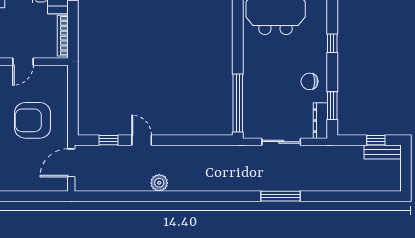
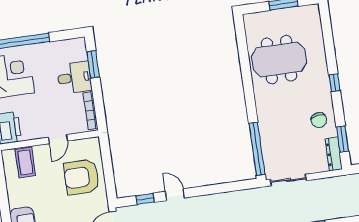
chair: (309, 81) -> (319, 120), turned -98
armchair: (33, 120) -> (82, 177), moved
sliding door: (281, 142) -> (288, 180), moved

